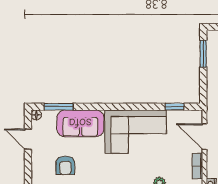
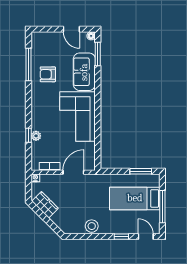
window: (175, 107) -> (98, 148), removed
door: (28, 139) -> (71, 29), swing flipped
armchair: (65, 165) -> (48, 74), moved

